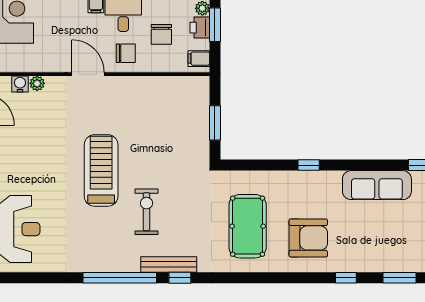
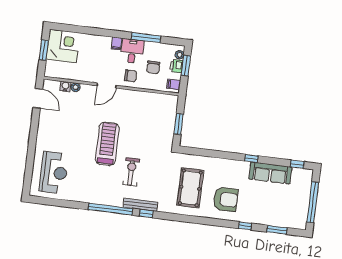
door: (88, 74) -> (107, 85), swing flipped
window: (309, 165) -> (251, 158), moved

